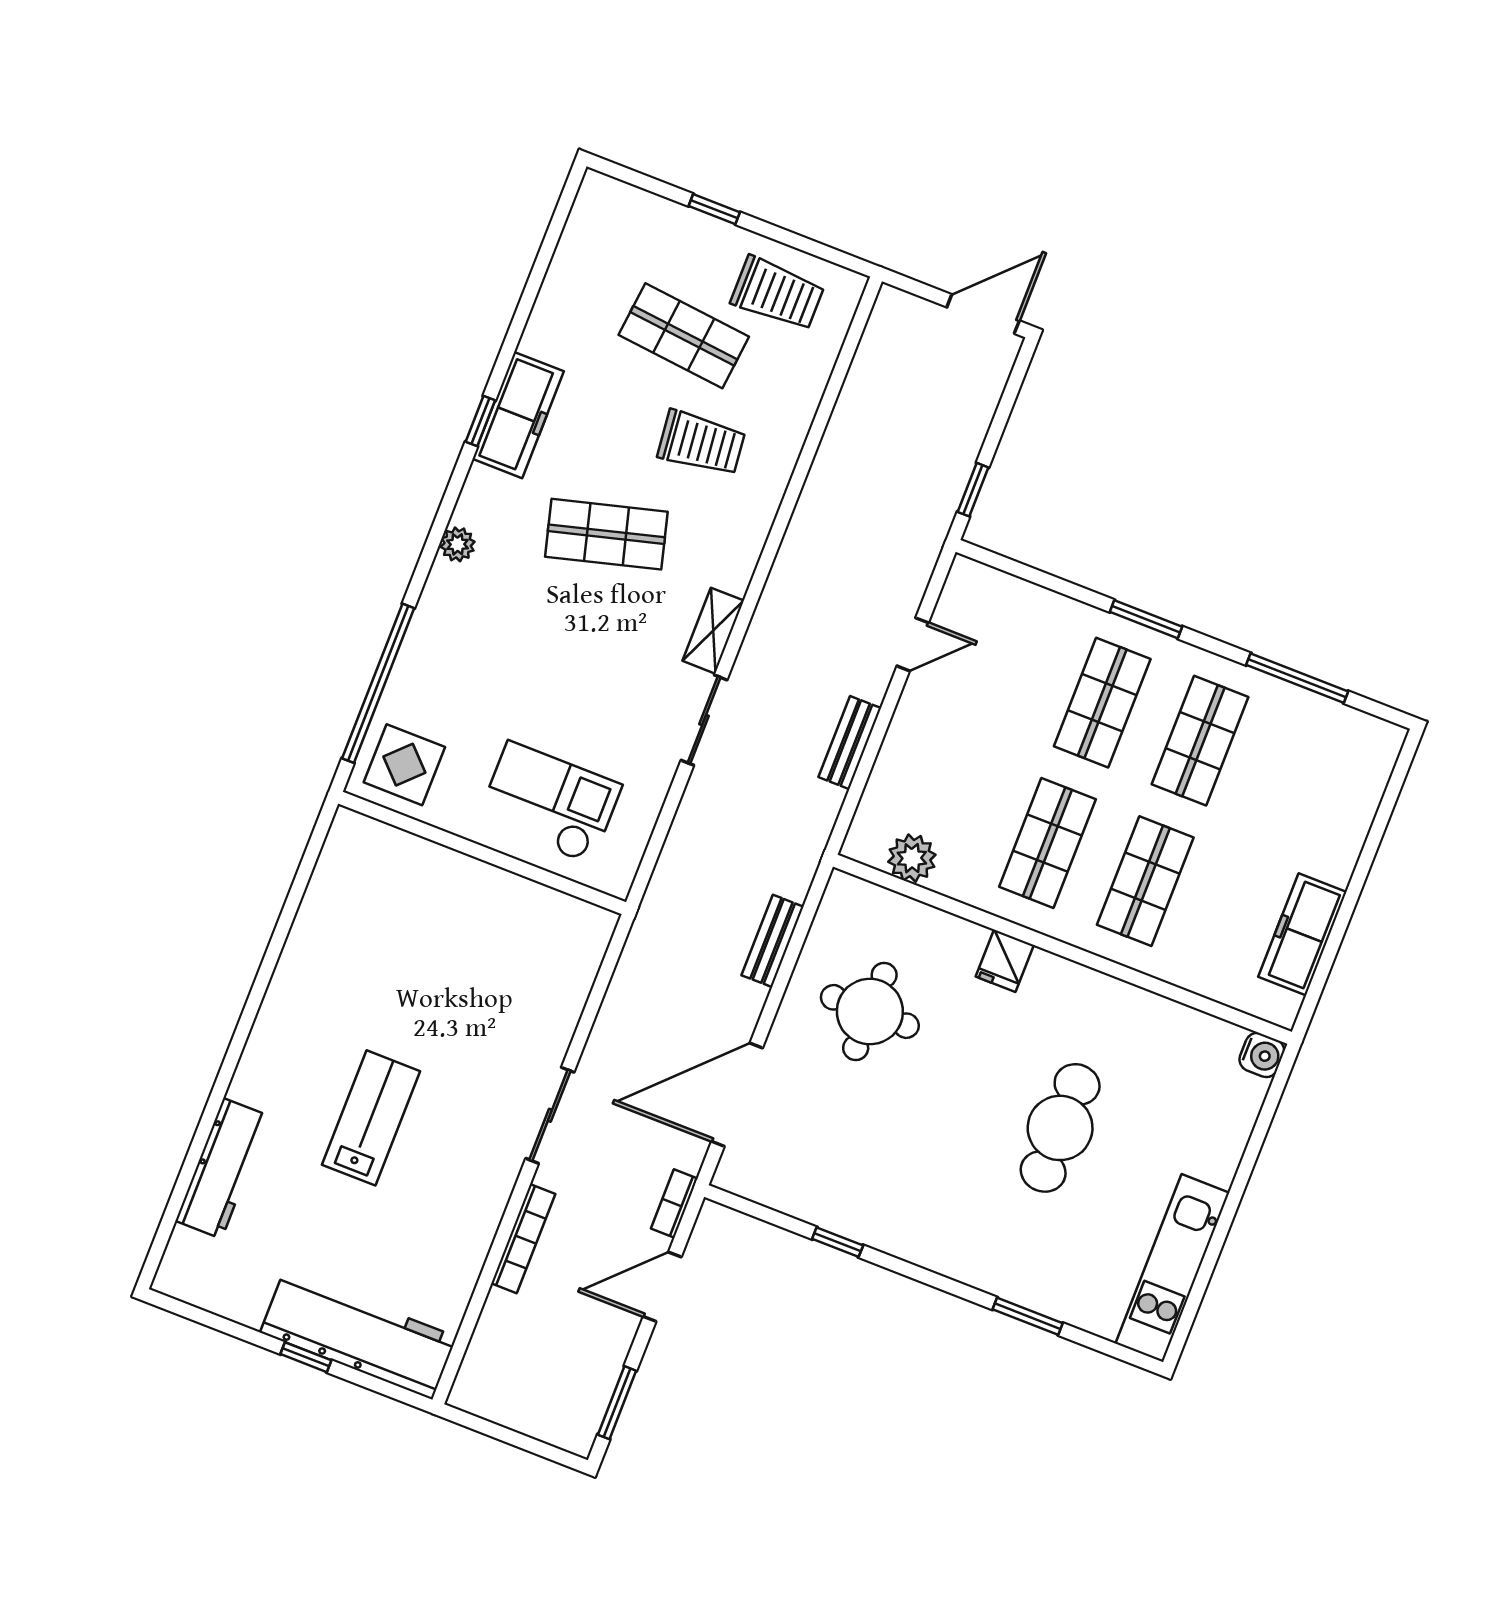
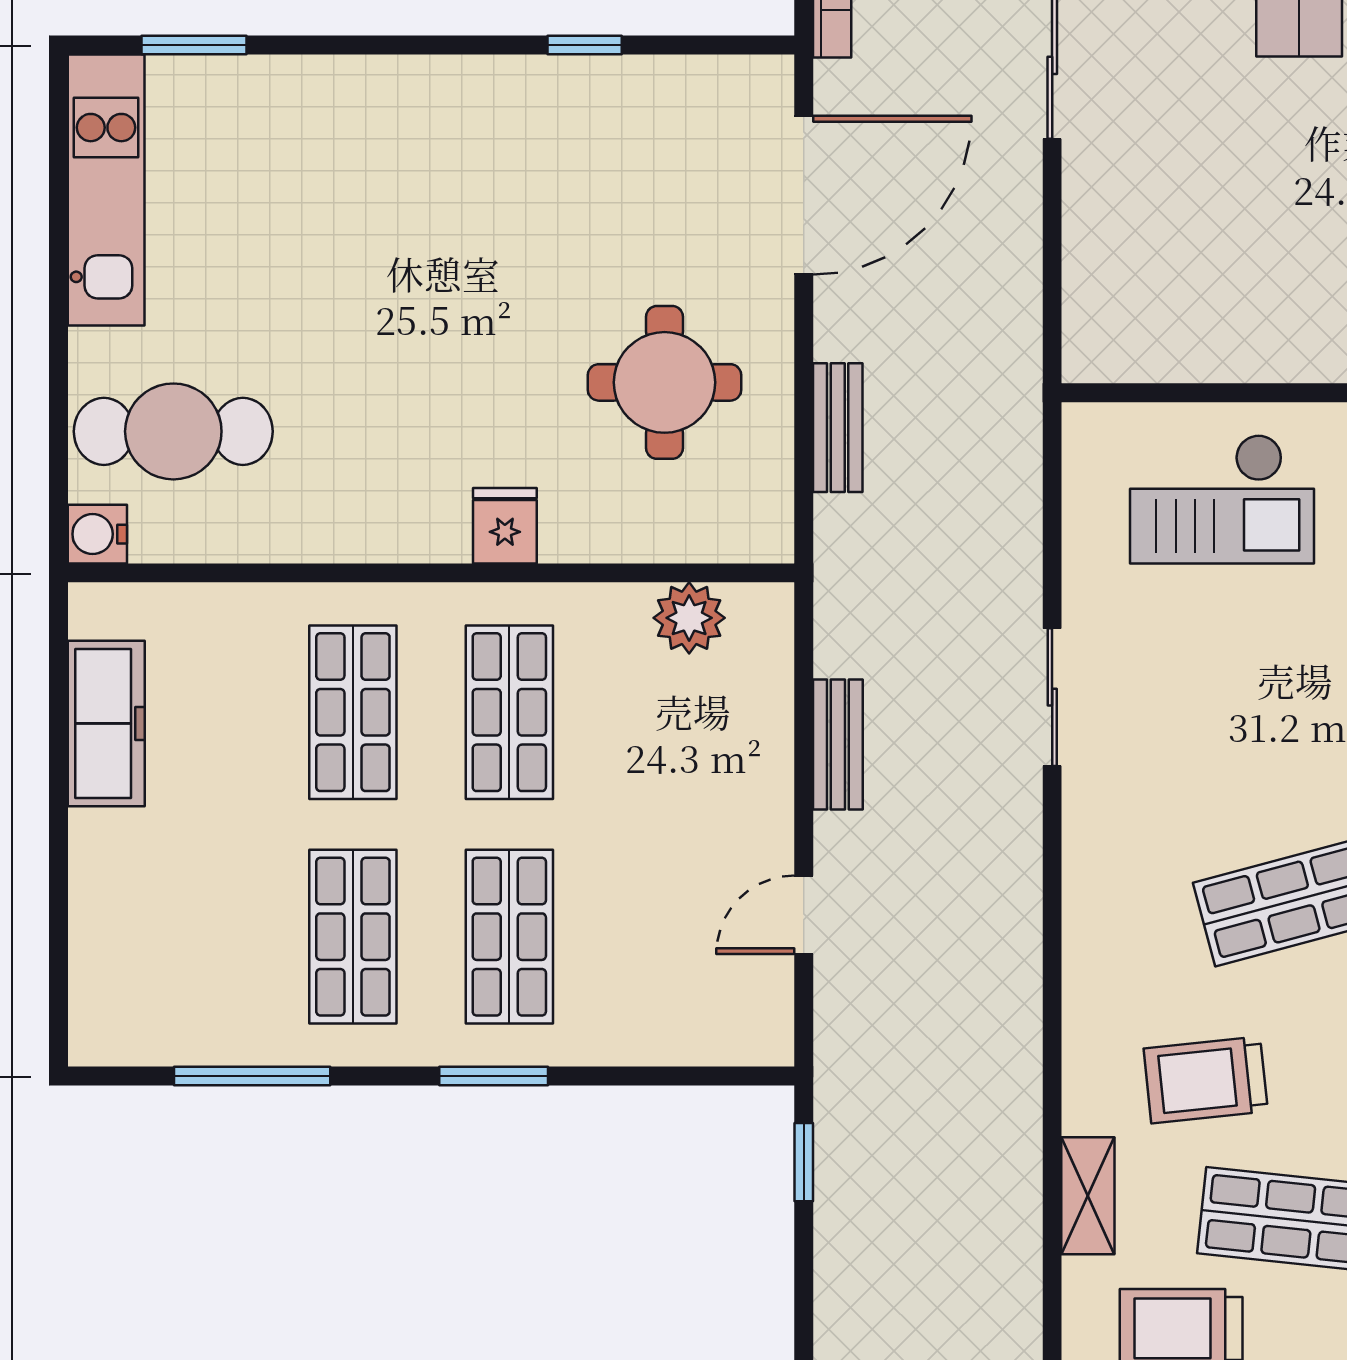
shelving: (713, 631) -> (1088, 1196), moved
cafe table: (1060, 1128) -> (173, 431), moved, turned 90
window: (1028, 1316) -> (194, 45), moved

